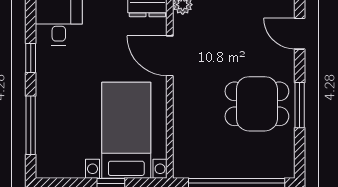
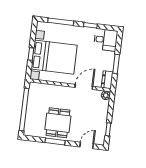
bed with nightstands: (126, 130) -> (54, 57), width x1.36

